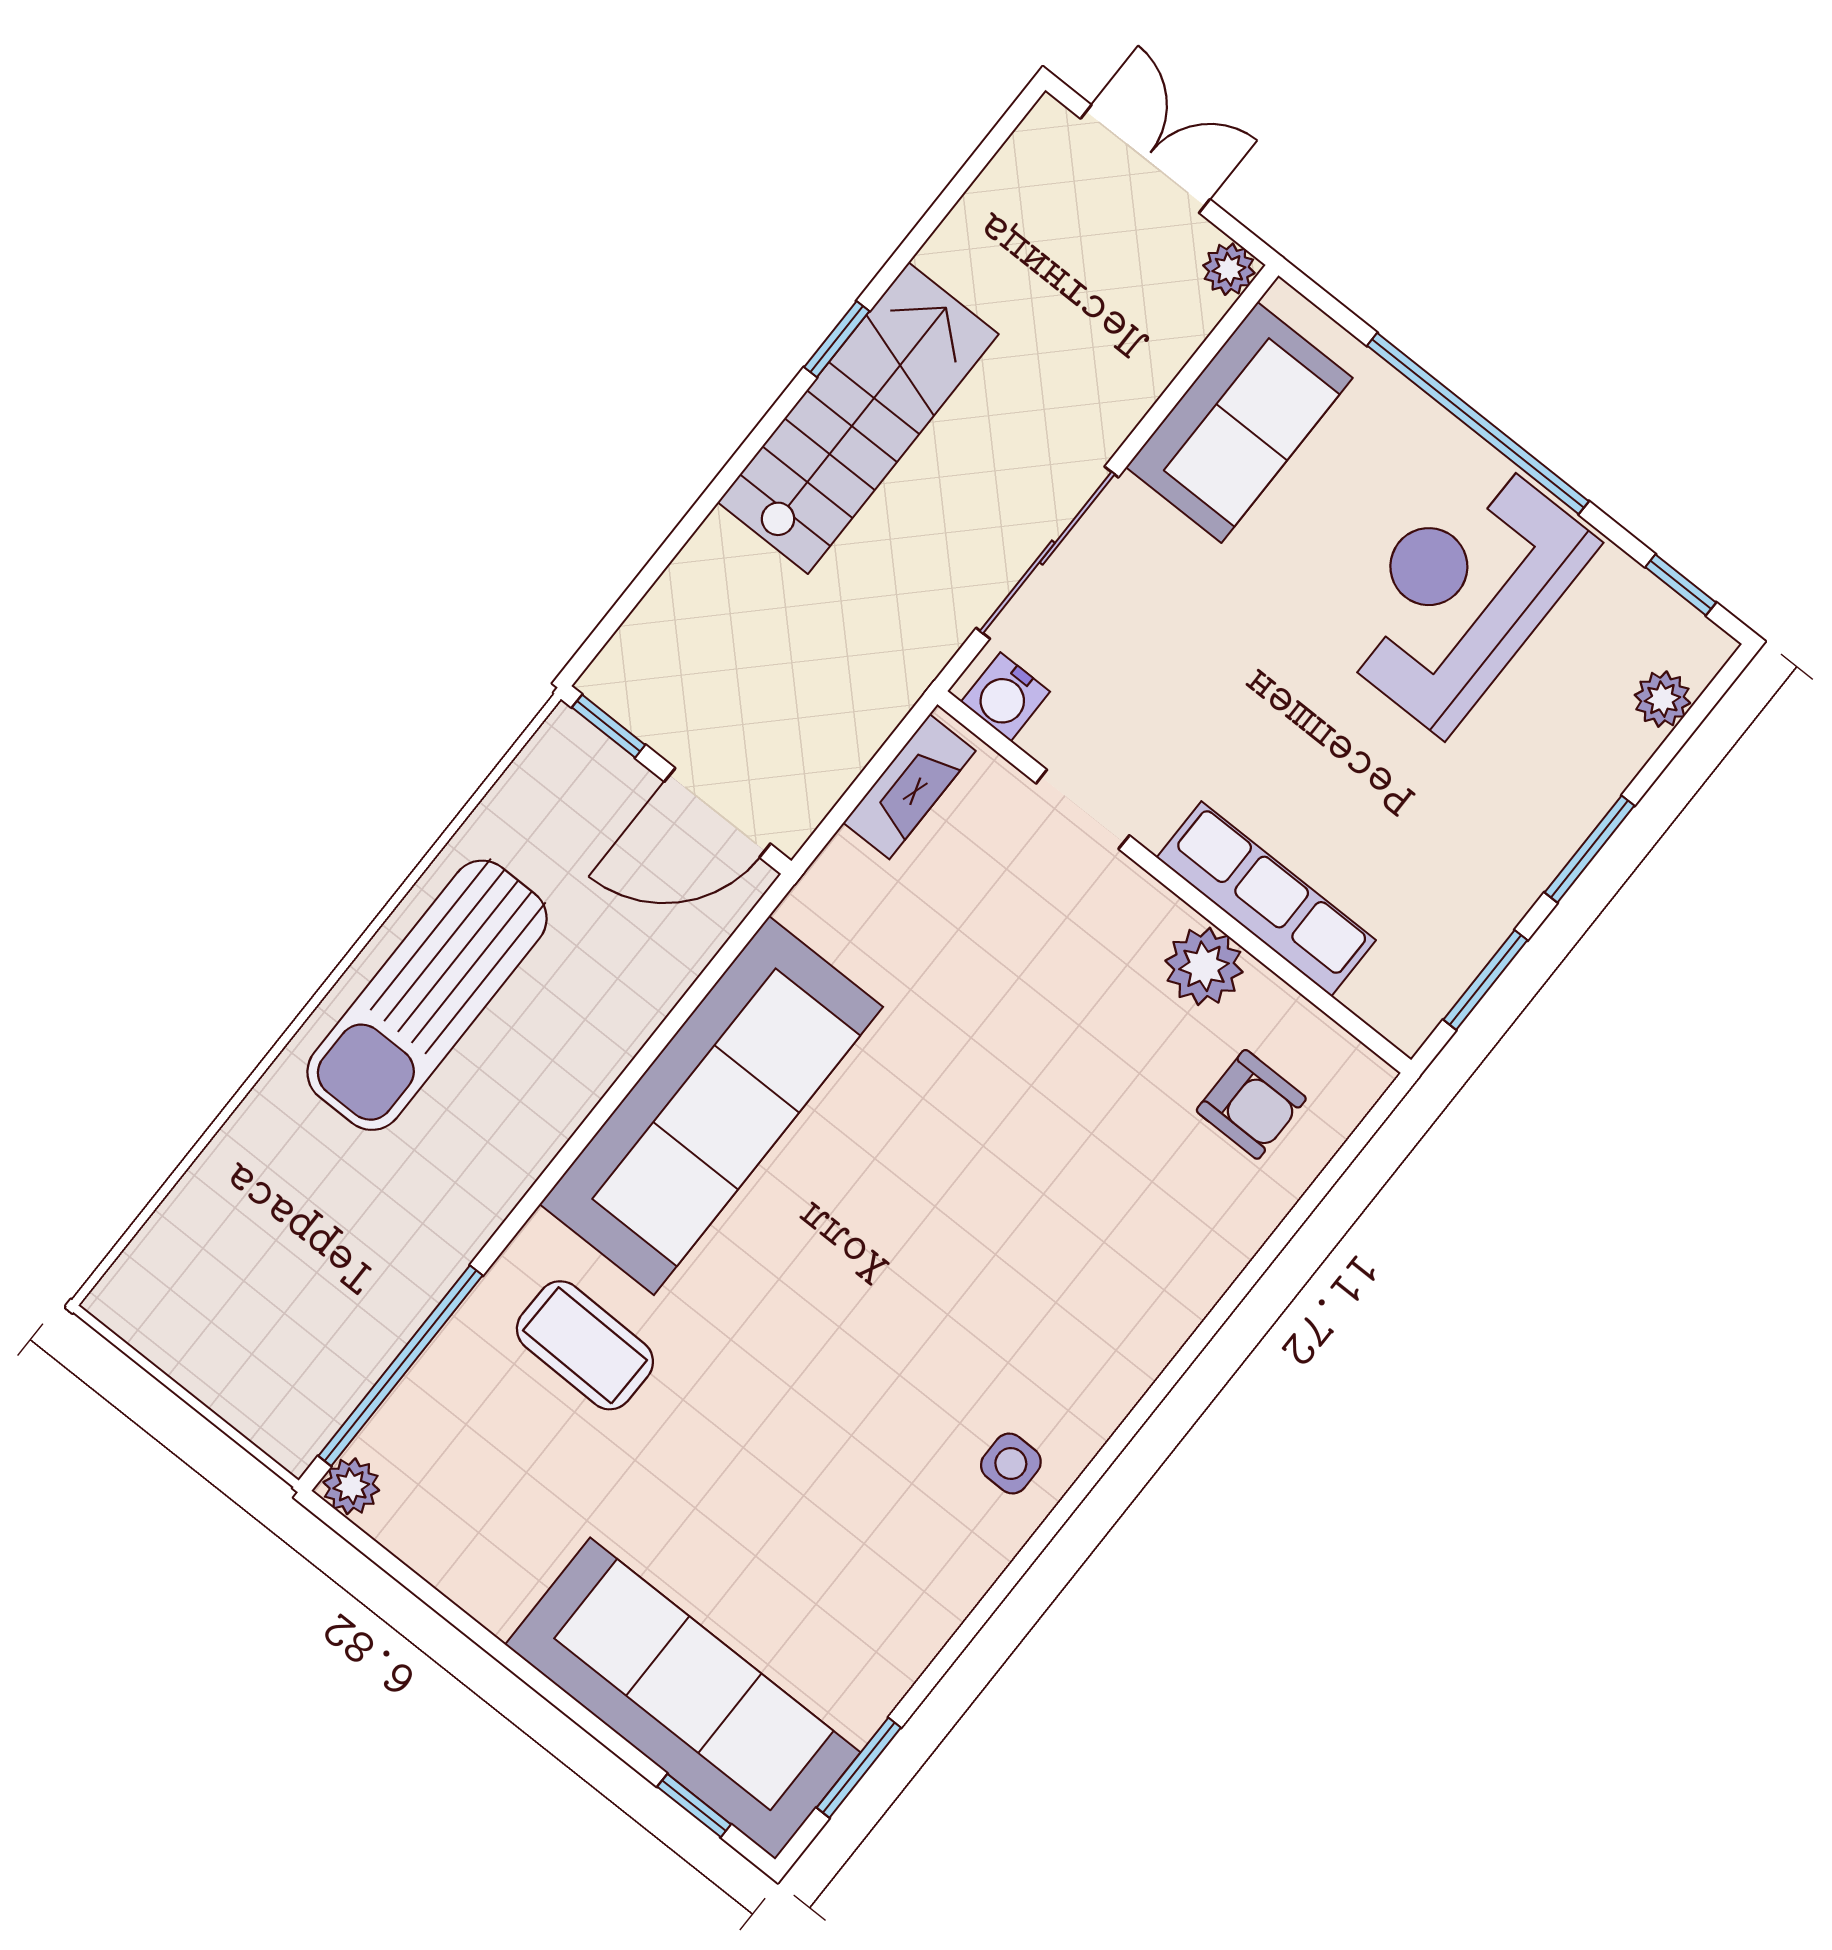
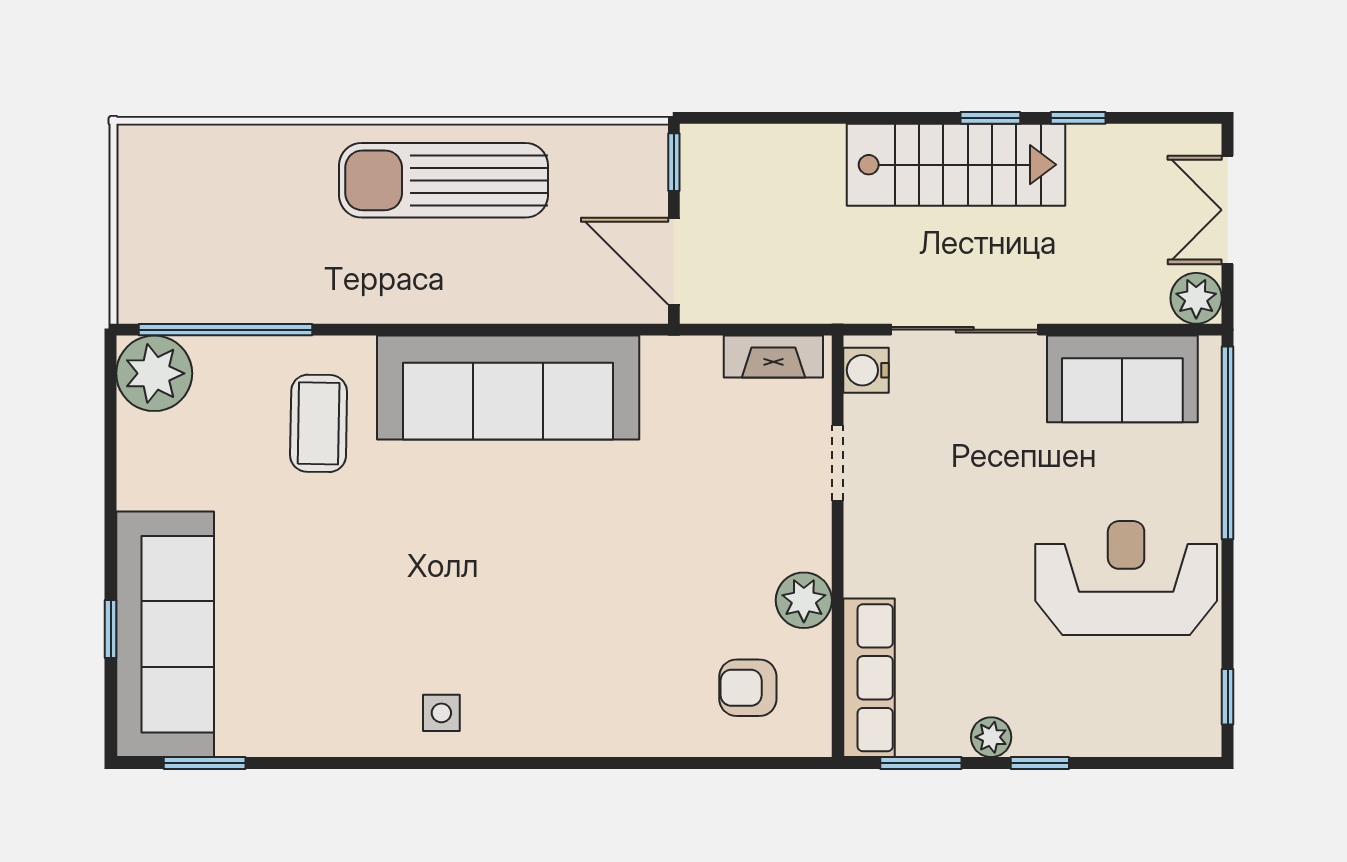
double door: (1145, 159) -> (1228, 210), swing flipped
window: (913, 243) -> (1078, 118), added
plant: (1229, 269) -> (1196, 298), width x1.38, depth x1.38
window: (1478, 424) -> (1228, 443), moved
plant: (1662, 699) -> (991, 737), moved
window: (1589, 849) -> (1040, 763), width x0.67
row of seats: (1266, 899) -> (869, 678), moved
armchair: (1251, 1104) -> (748, 688), turned 90
plant: (351, 1486) -> (154, 373), width x1.87, depth x1.87
window: (694, 1806) -> (111, 629), moved

